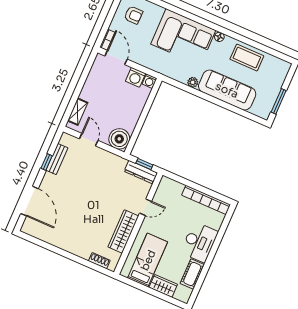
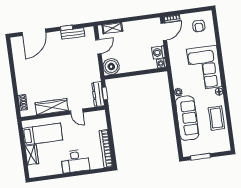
cot: (192, 274) -> (51, 169), removed

